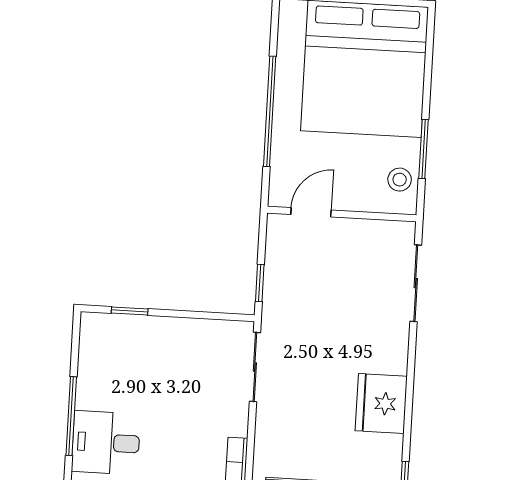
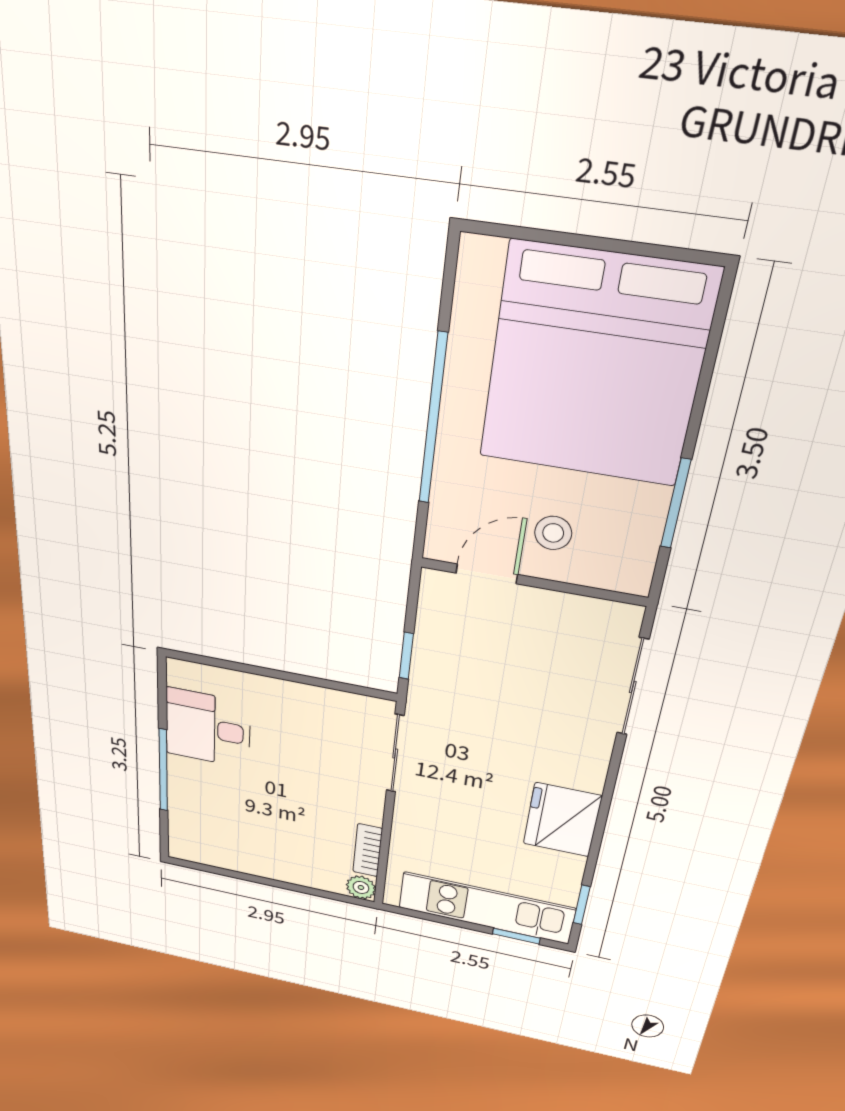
stool: (400, 180) -> (553, 533), moved
window: (130, 311) -> (230, 665), removed
desk: (106, 443) -> (208, 728), moved

